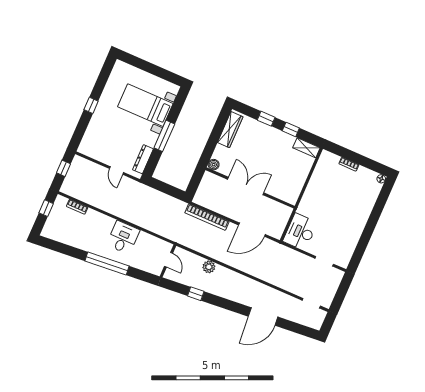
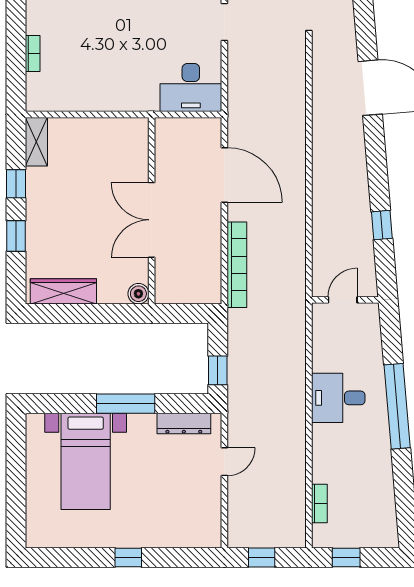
window: (161, 186) -> (218, 370), added
plant: (209, 267) -> (324, 223), removed

